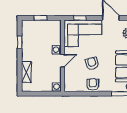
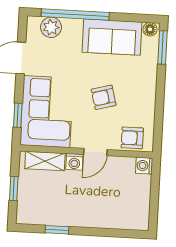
door: (63, 61) -> (95, 152), swing flipped
shelving: (26, 72) -> (45, 161), moved
armchair: (93, 84) -> (132, 138), moved

